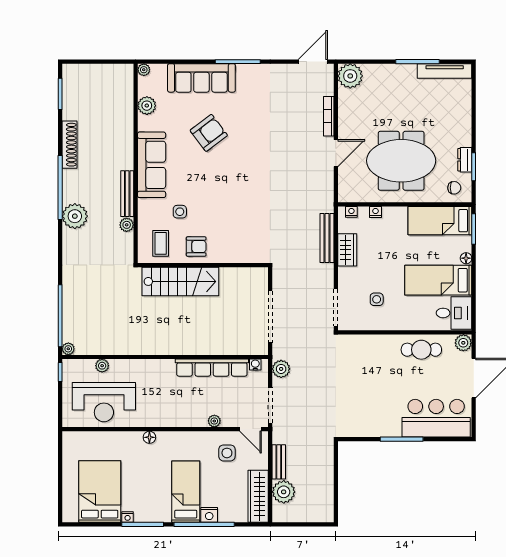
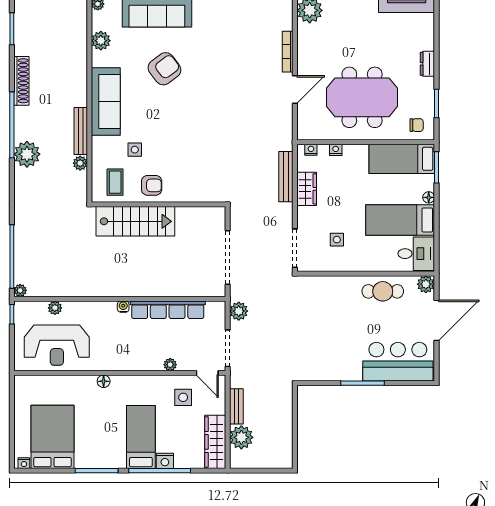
dresser: (465, 160) -> (427, 64), moved
water cooler: (255, 365) -> (123, 307), moved
nightstand: (128, 517) -> (24, 463), moved

